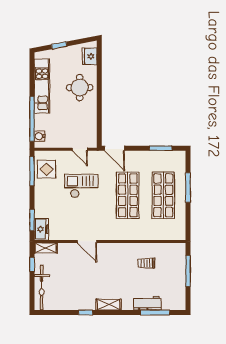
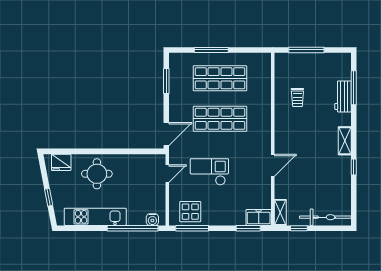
checkout: (81, 186) -> (209, 172), turned 90

